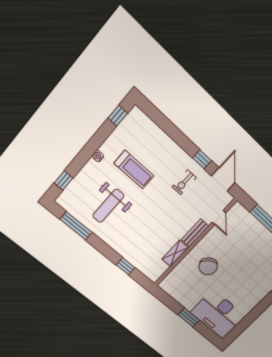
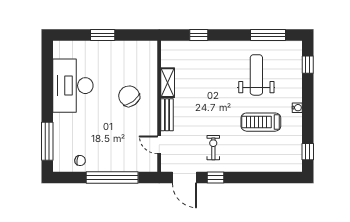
desk: (218, 314) -> (73, 86), moved, turned -90

